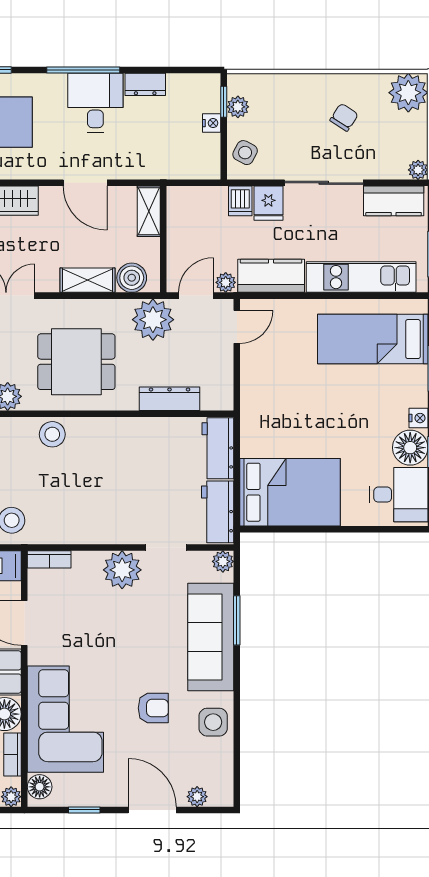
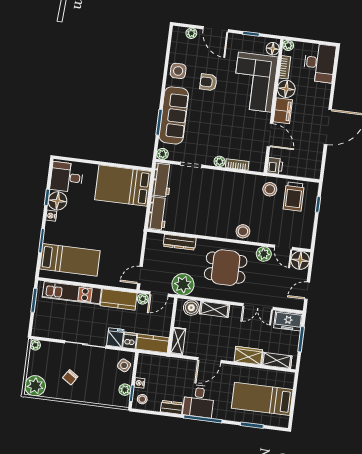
stool: (203, 93) -> (142, 399), added
door: (85, 183) -> (209, 360), swing flipped
kitchen counter: (394, 201) -> (153, 343), moved
bookcase: (49, 559) -> (237, 164), moved
plant: (122, 570) -> (220, 161), width x0.53, depth x0.53

